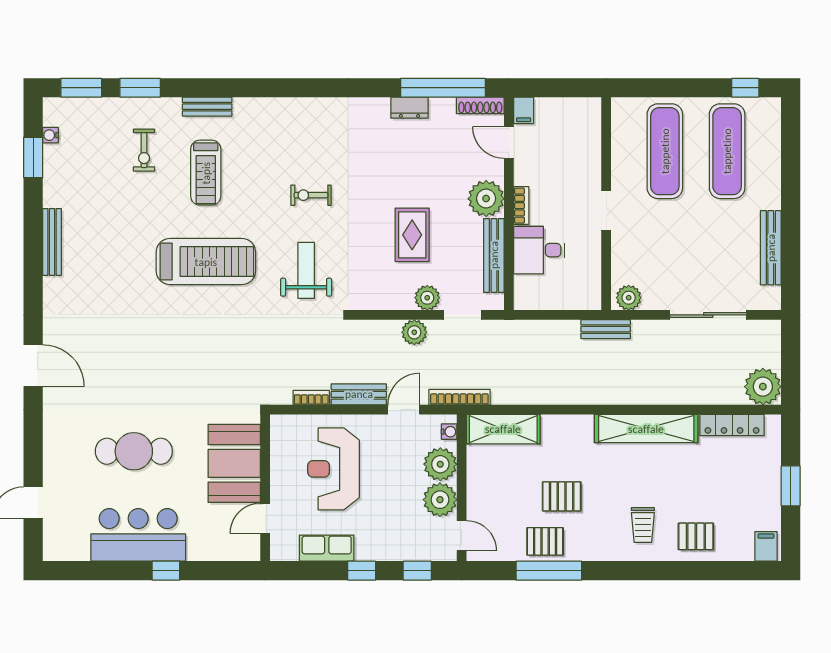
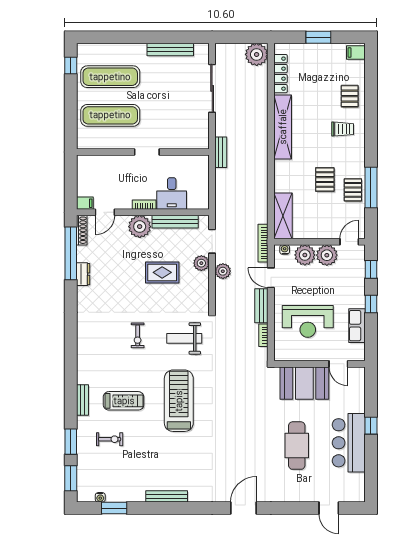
plant: (629, 298) -> (201, 138), removed

